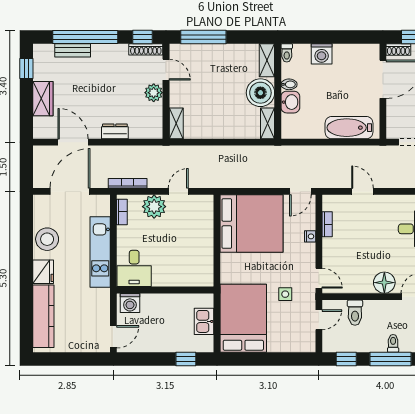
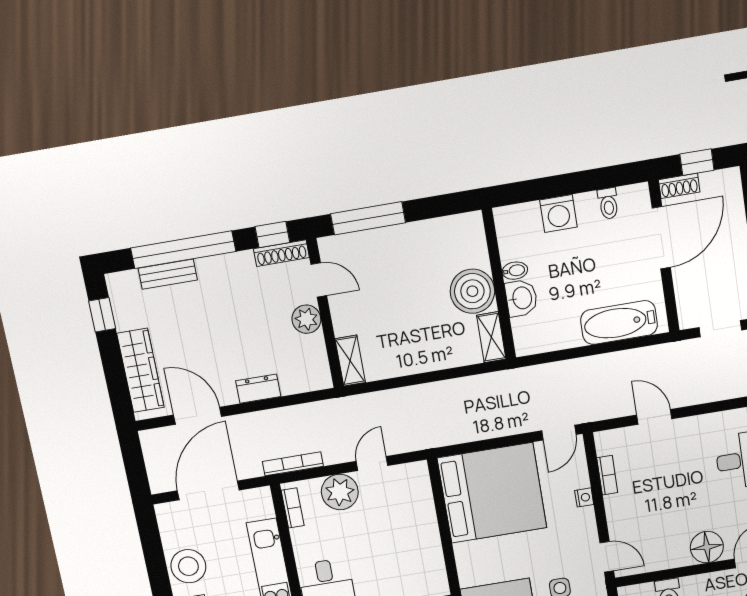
toilet: (287, 53) -> (608, 204), moved
shelving: (267, 60) -> (474, 238), removed
wardrobe: (43, 99) -> (140, 370), width x1.50

